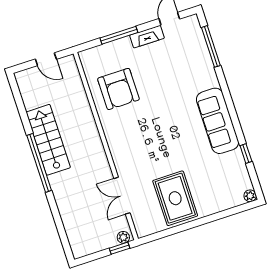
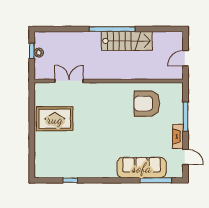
sofa: (217, 121) -> (142, 168), moved
plant: (250, 196) -> (39, 173), removed
plant: (123, 237) -> (39, 53), moved
window: (120, 248) -> (32, 51), moved

